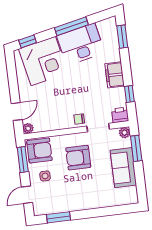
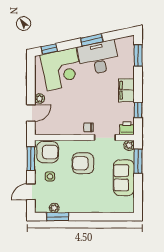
window: (71, 26) -> (92, 40), width x0.69
plant: (28, 128) -> (40, 99), moved
plant: (54, 209) -> (54, 208), added

